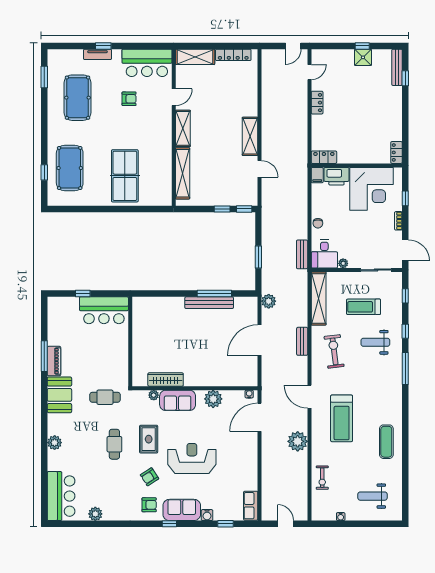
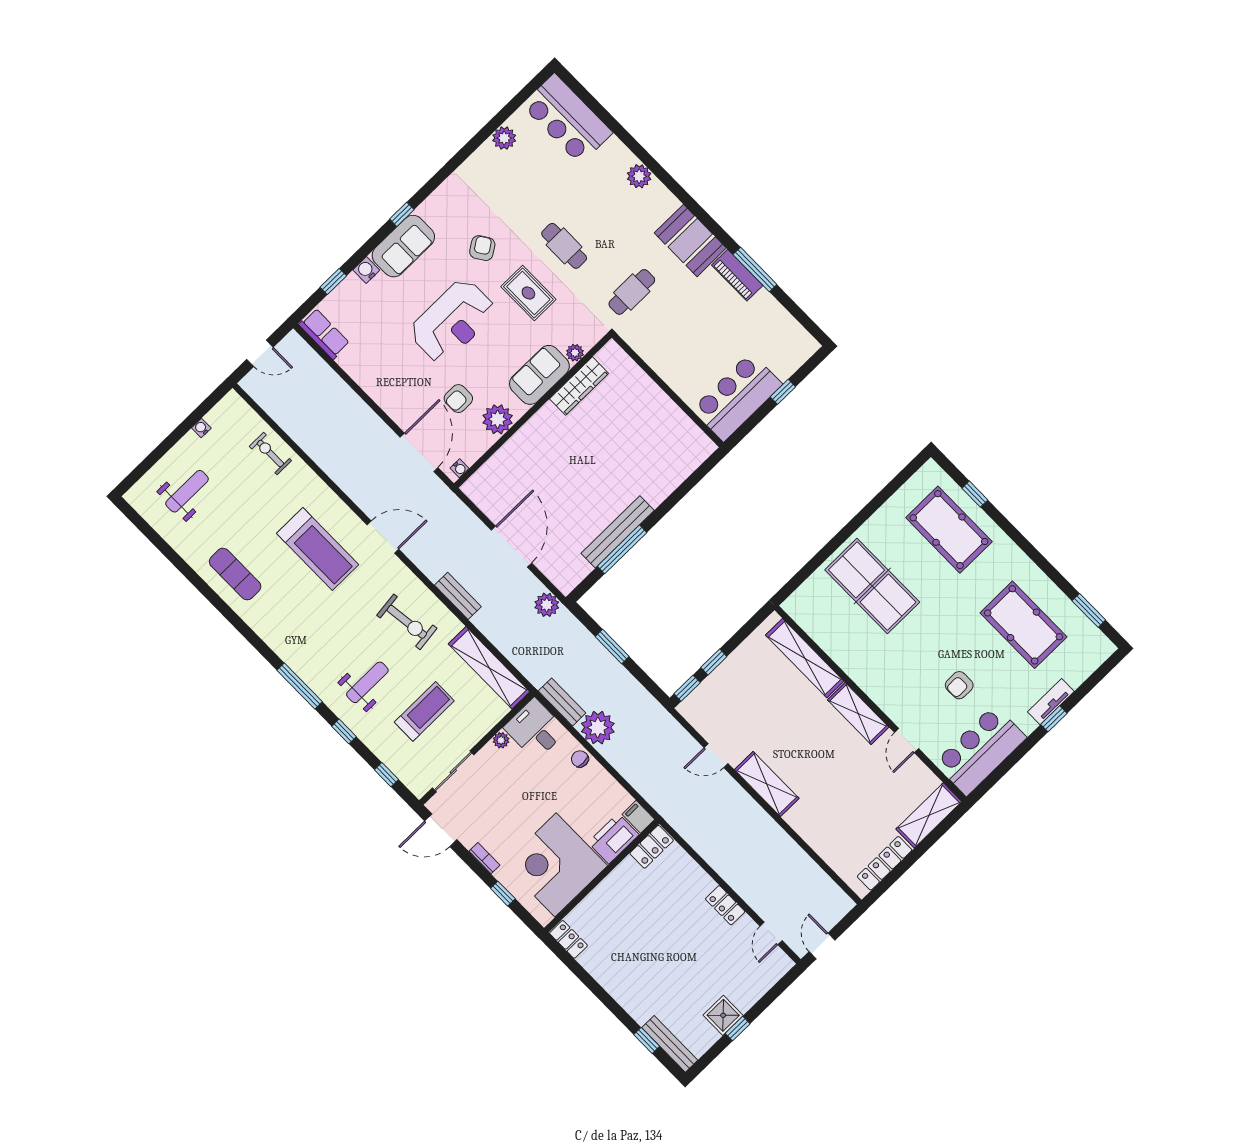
treadmill: (342, 418) -> (318, 549), turned 180
plant: (298, 441) -> (598, 728), moved
armchair: (149, 505) -> (458, 399), moved

